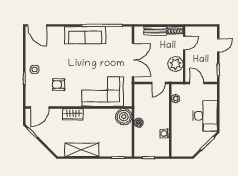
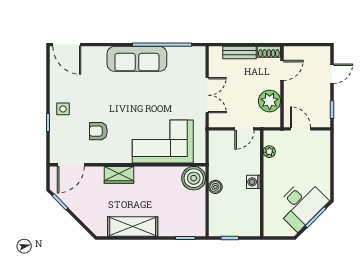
double door: (133, 60) -> (207, 95), width x0.73
desk: (205, 116) -> (301, 204), moved, turned 45
washing machine: (165, 133) -> (253, 182), moved

